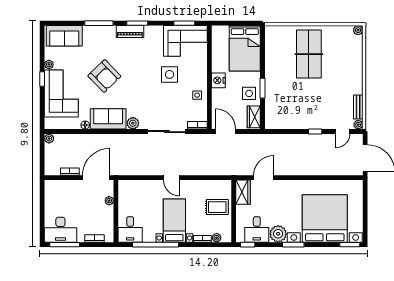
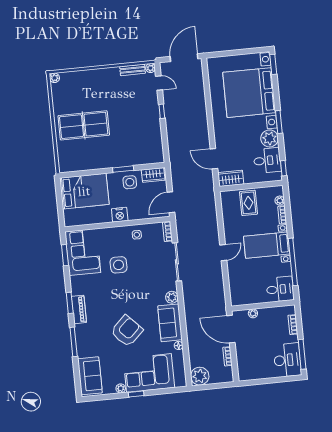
plant: (49, 139) -> (200, 376), width x1.87, depth x1.87

